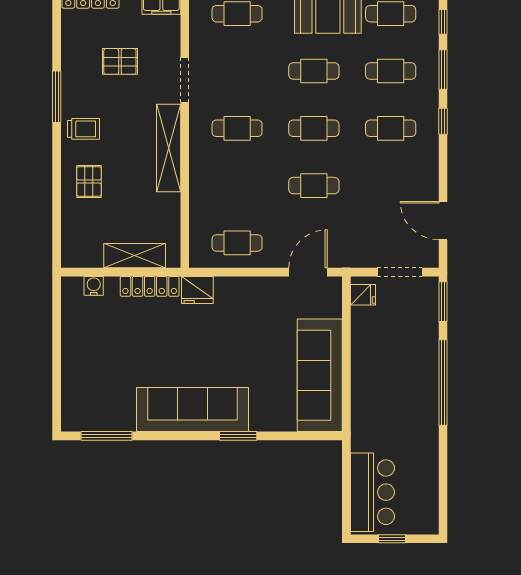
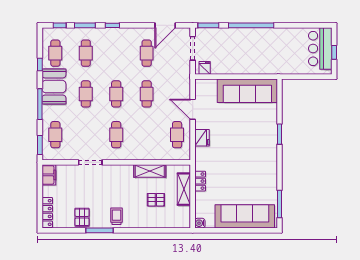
pallet: (120, 61) -> (82, 217), moved
cafe table: (391, 128) -> (147, 53), moved
shelving: (169, 148) -> (150, 171), moved, width x0.68
pallet: (89, 181) -> (156, 200), moved
door: (308, 272) -> (193, 109), moved
water cooler: (94, 286) -> (200, 223), moved
locker: (150, 286) -> (200, 181), width x0.66
fridge: (197, 290) -> (202, 138), moved
sofa: (193, 409) -> (245, 216), moved, turned 90
bar counter: (372, 492) -> (320, 48), moved, turned -90

